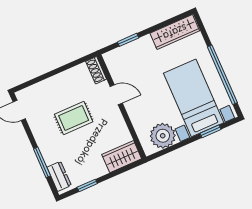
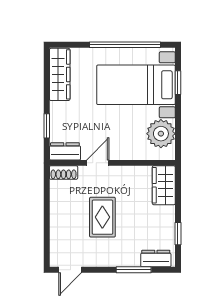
dresser: (114, 64) -> (65, 151), added

